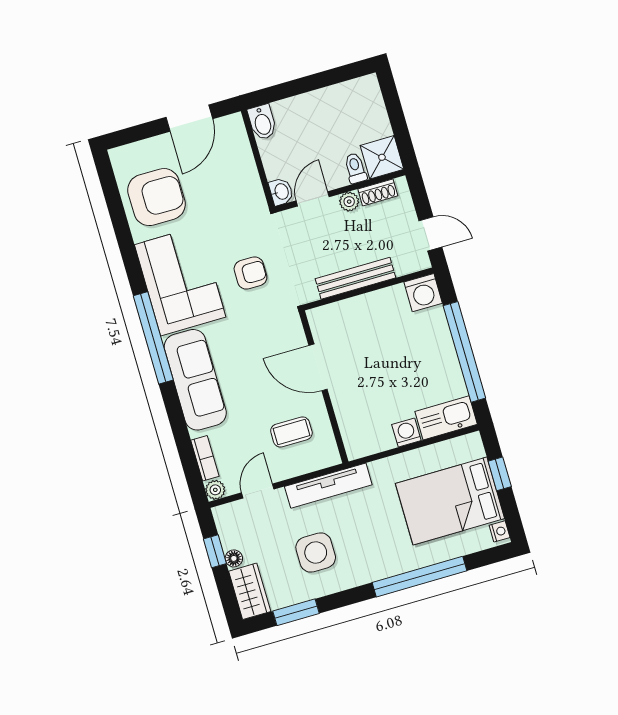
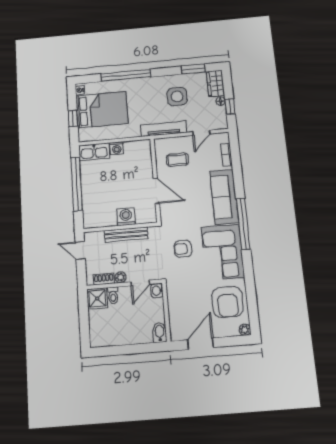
armchair: (157, 197) -> (228, 302), turned -90
washing machine: (423, 293) -> (126, 217), moved
plant: (215, 490) -> (245, 330), moved

